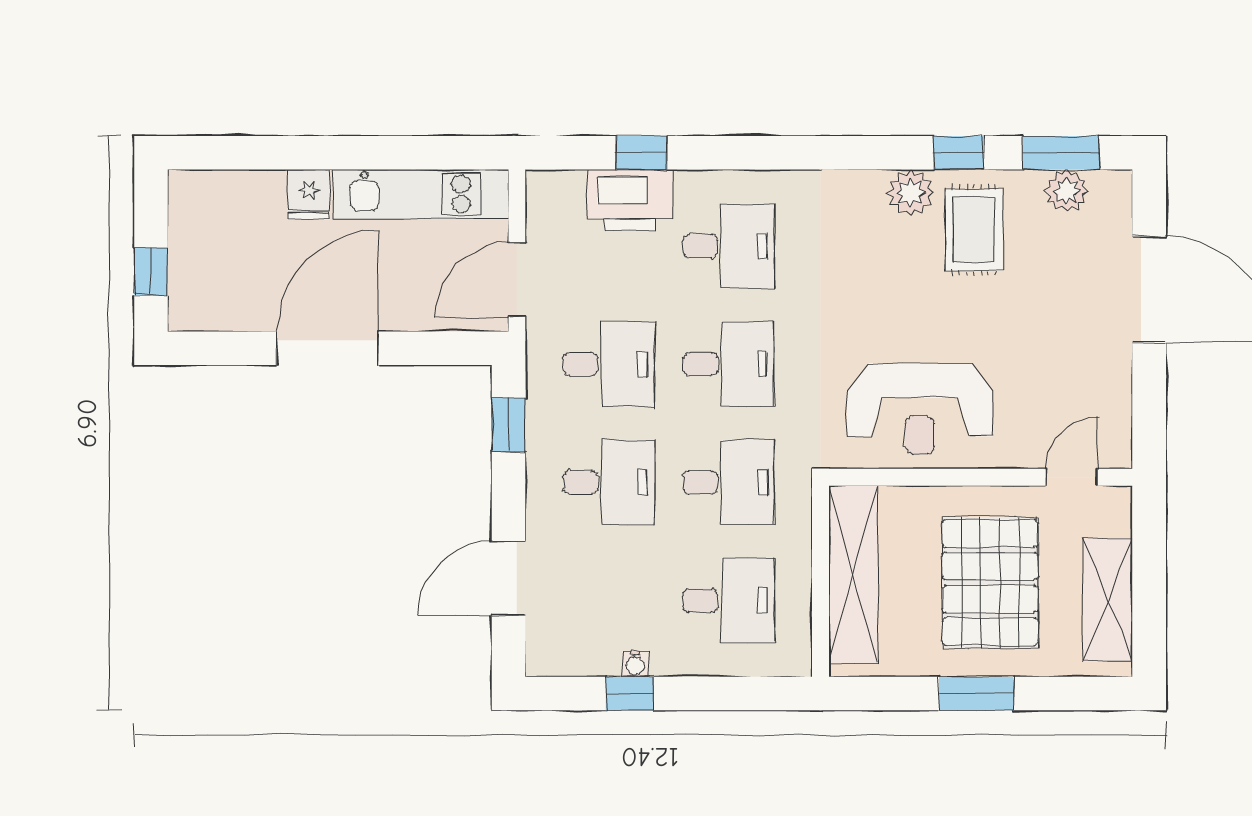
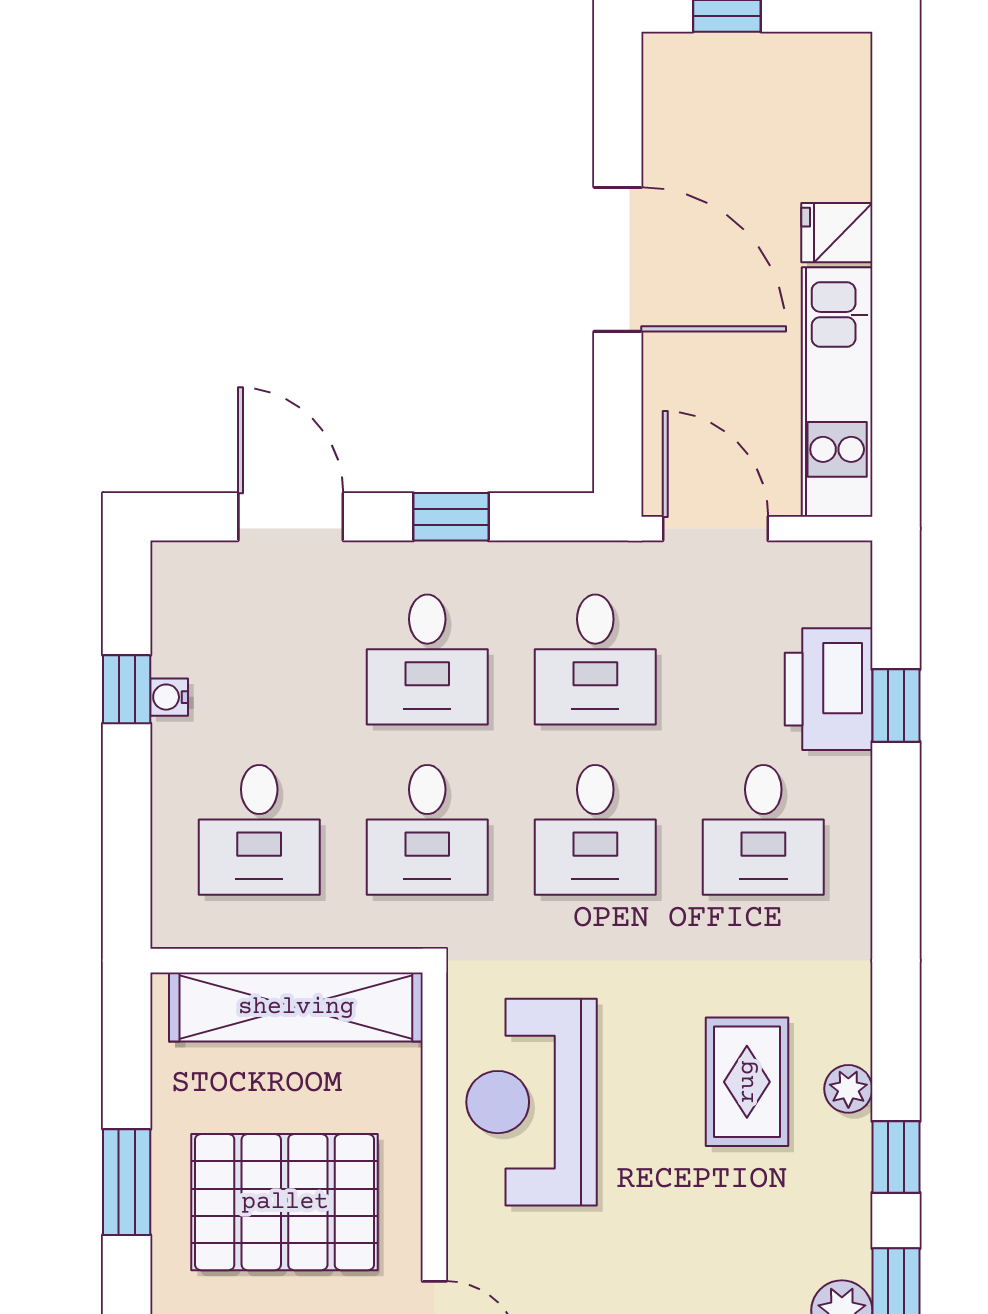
plant: (911, 193) -> (848, 1089), width x0.73, depth x0.73
rug: (974, 230) -> (747, 1082), moved, turned 90
window: (509, 425) -> (451, 517), moved

